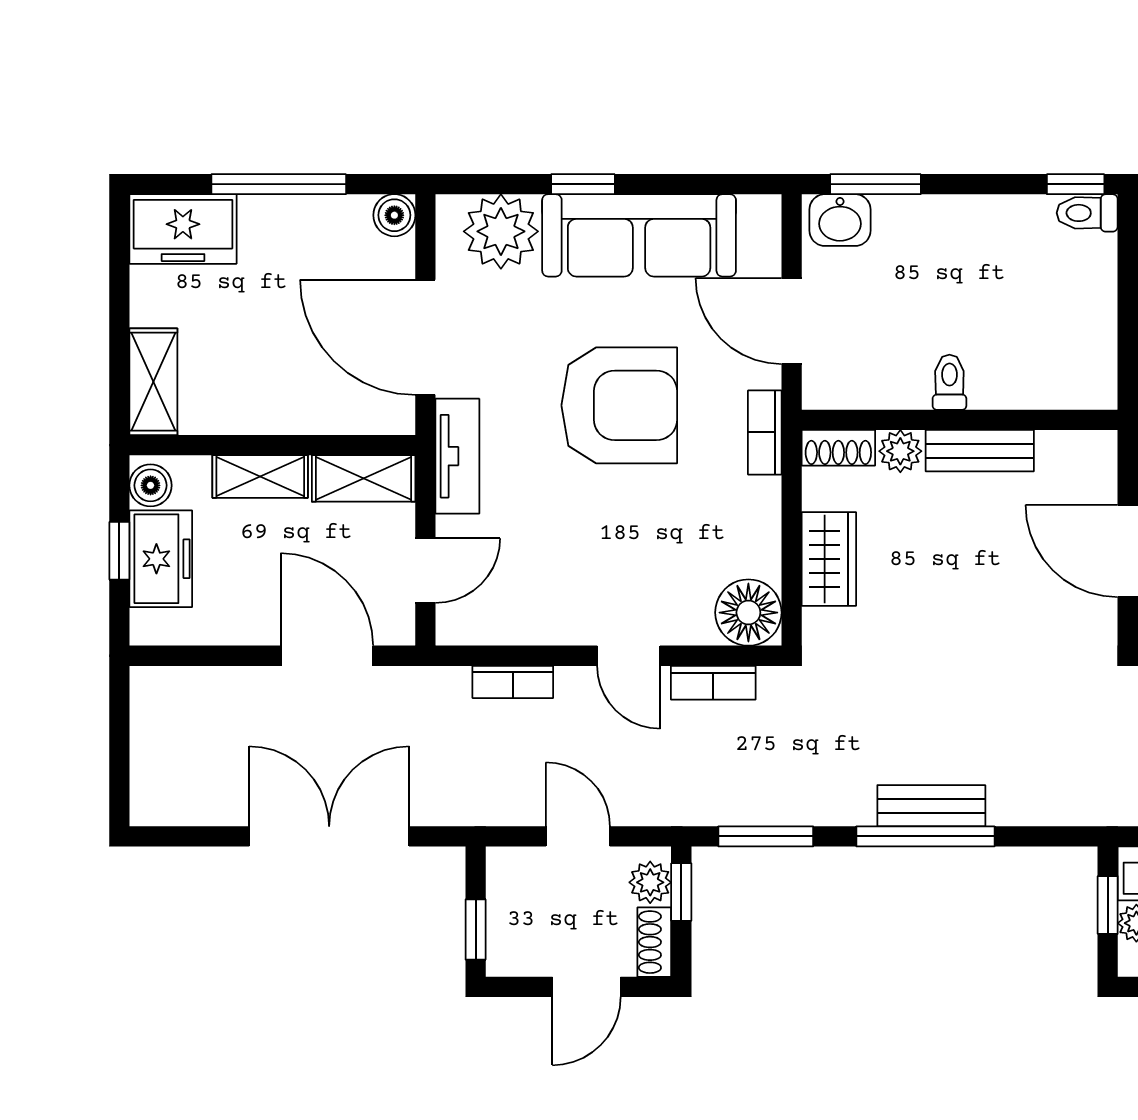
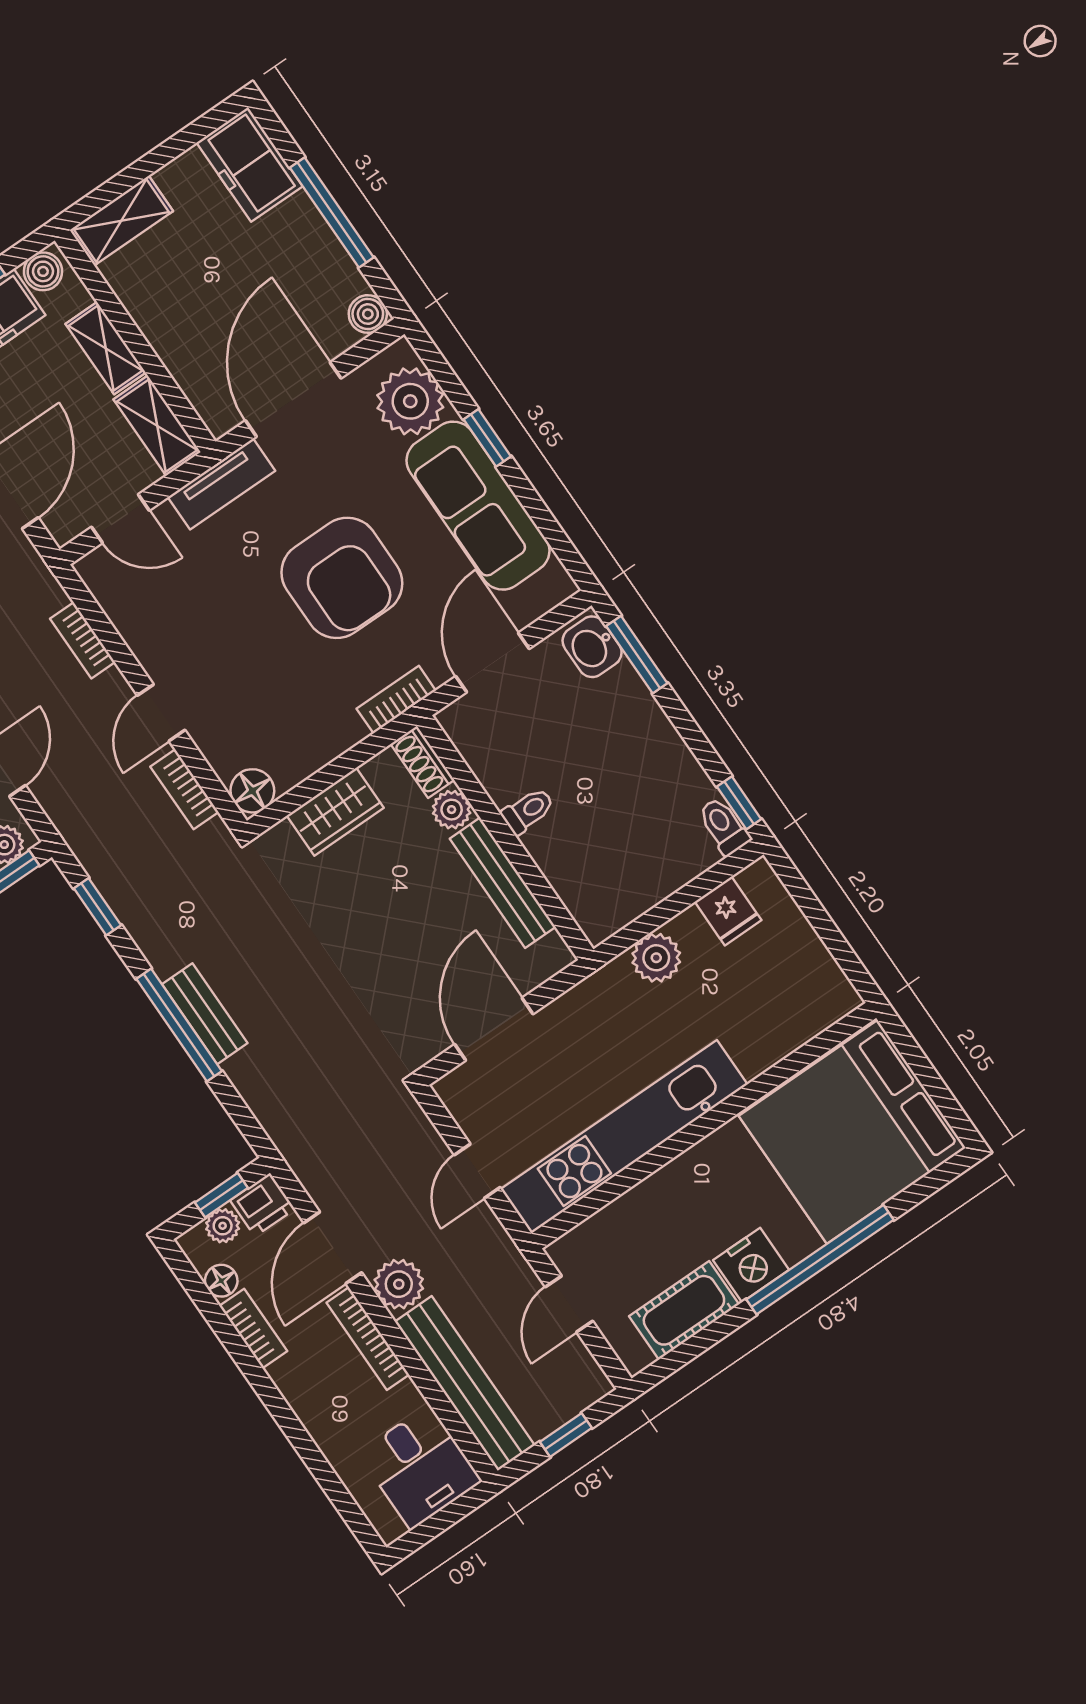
bench: (980, 451) -> (503, 883), width x1.36
floor lamp: (748, 613) -> (252, 791), width x0.73, depth x0.73
window: (766, 836) -> (97, 907), width x0.67

